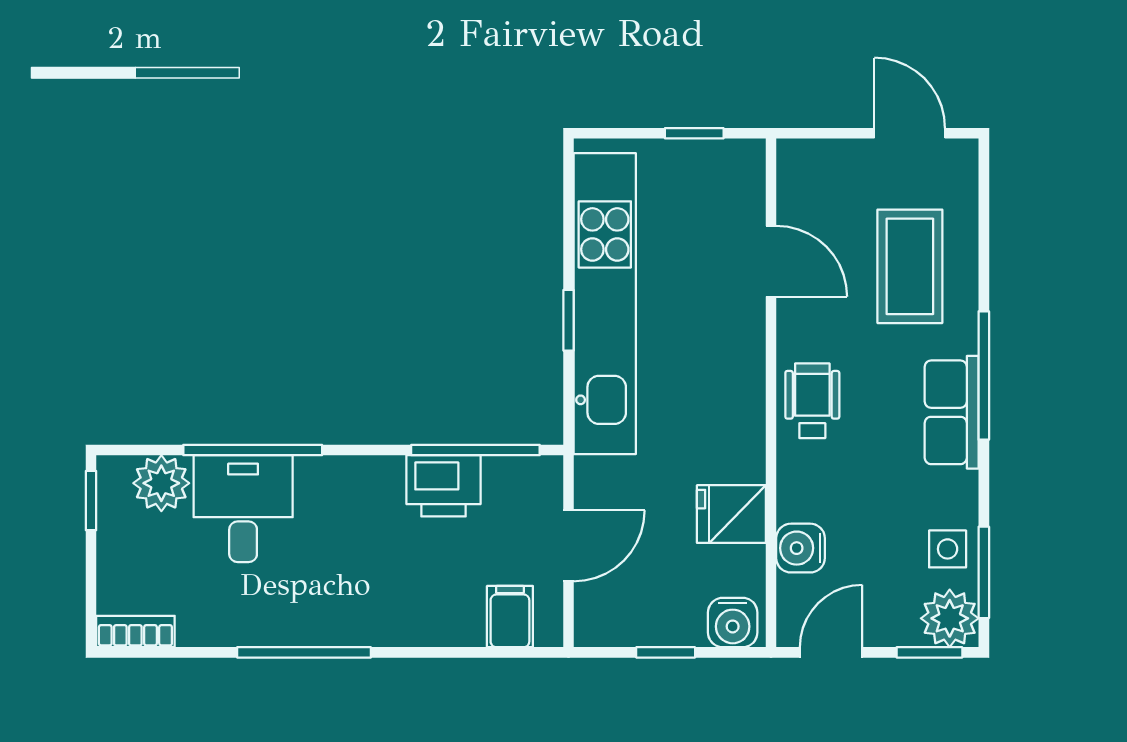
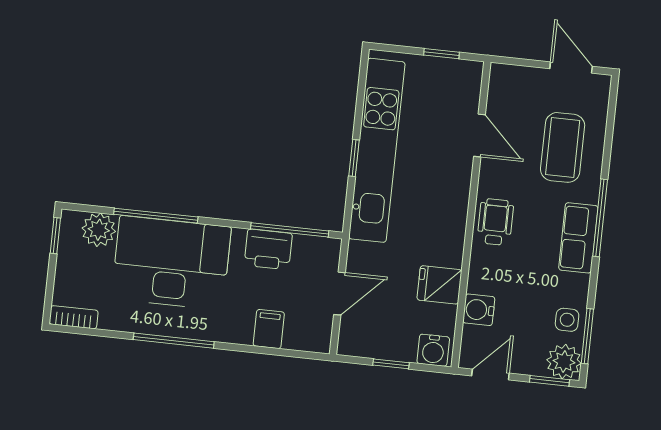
desk: (243, 509) -> (171, 263), width x1.87, depth x1.30
filing cabinet: (510, 617) -> (269, 329), moved

